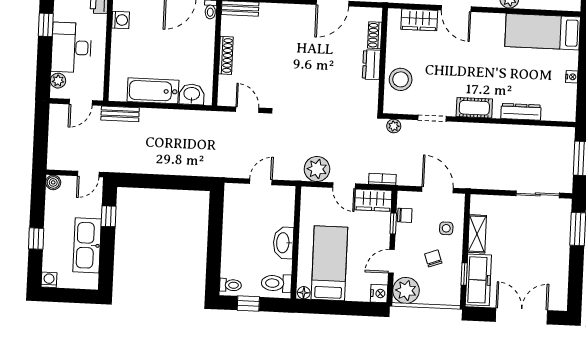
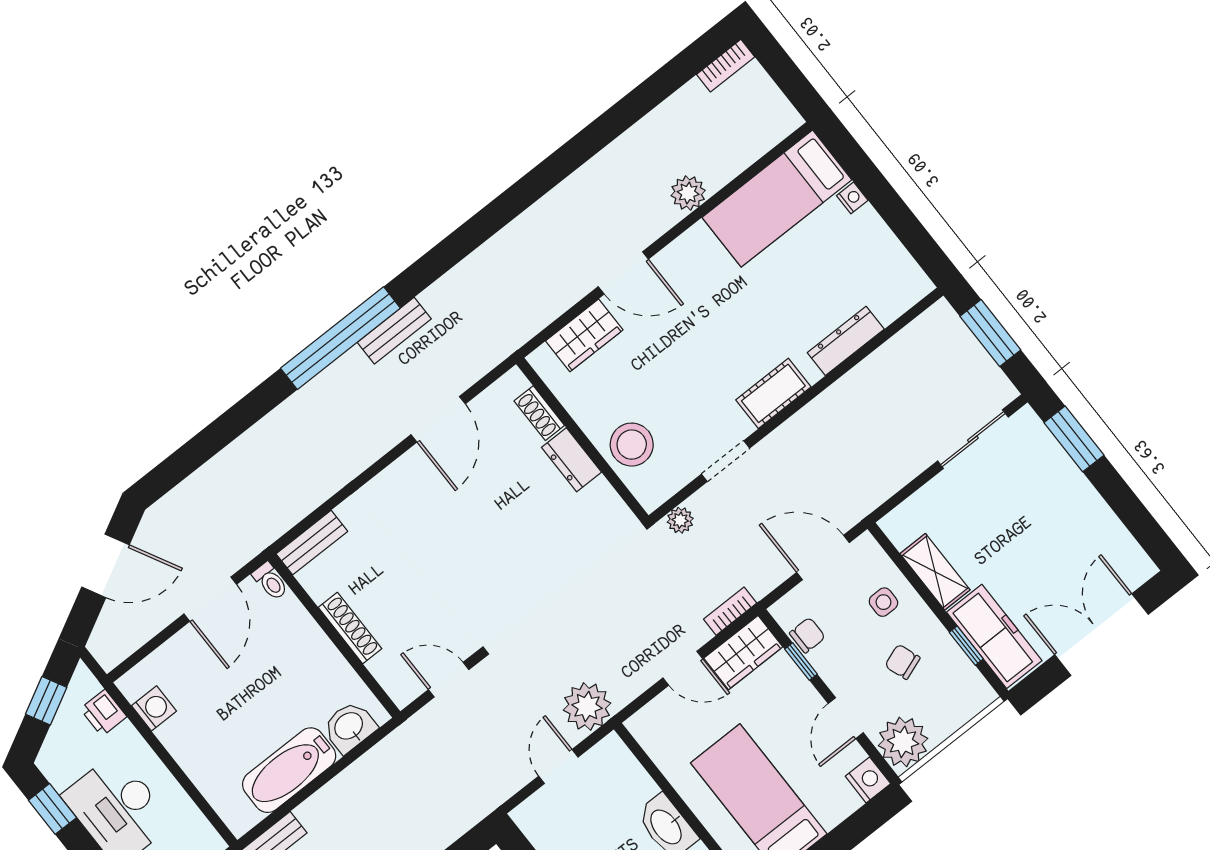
nightstand: (572, 77) -> (852, 198), moved
plant: (317, 169) -> (587, 707), moved

